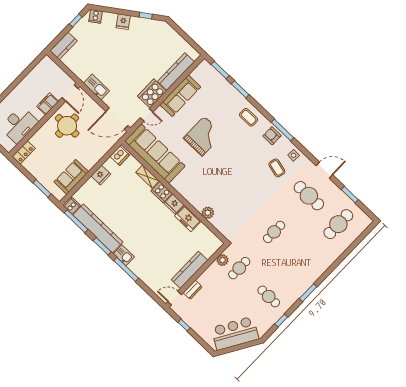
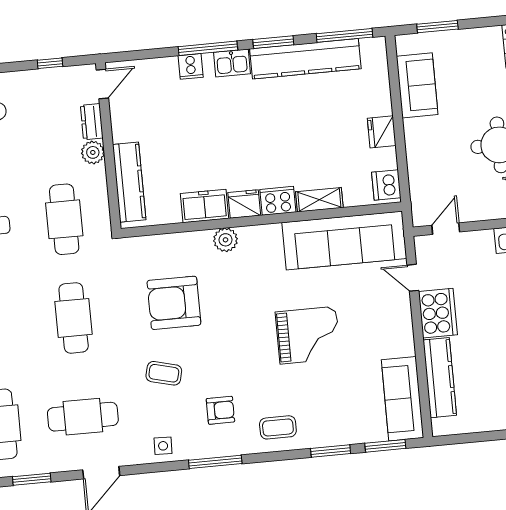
sofa: (180, 96) -> (402, 399), moved
door: (147, 115) -> (413, 278), hinge flipped
door: (117, 119) -> (446, 229), width x0.53
grand piano: (203, 136) -> (308, 335), turned -90
armchair: (272, 136) -> (220, 410), moved
coffee table: (277, 168) -> (164, 373), moved
armchair: (235, 198) -> (174, 303), added
cooker: (72, 206) -> (191, 66), moved
plant: (208, 213) -> (226, 240), moved
cafe table: (274, 232) -> (74, 318), width x1.37, depth x1.35
plant: (222, 260) -> (93, 152), moved
cafe table: (239, 268) -> (64, 219), width x1.37, depth x1.35
kitchen counter: (190, 270) -> (129, 182), moved

